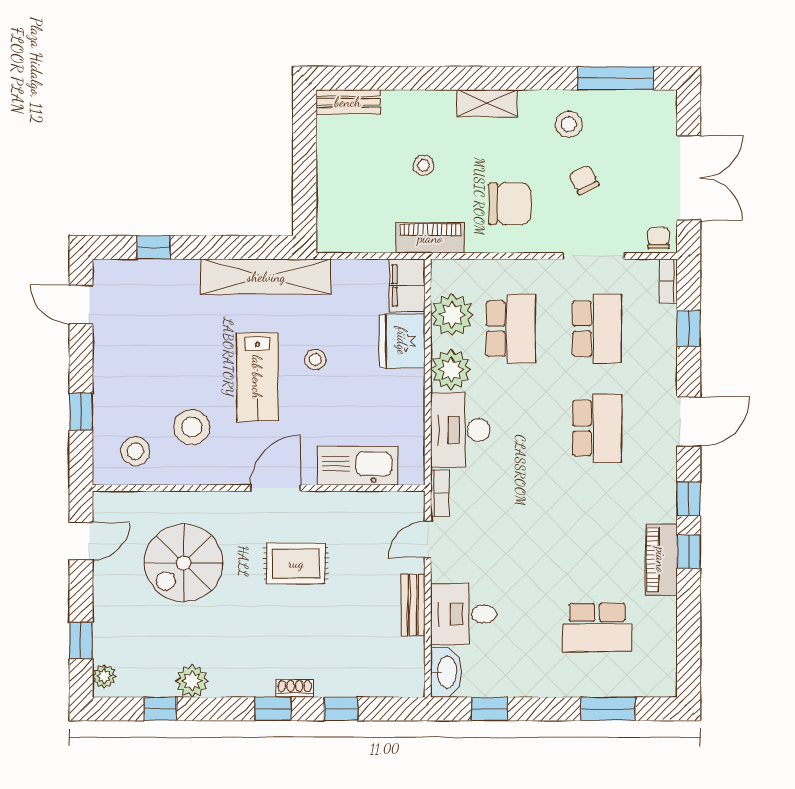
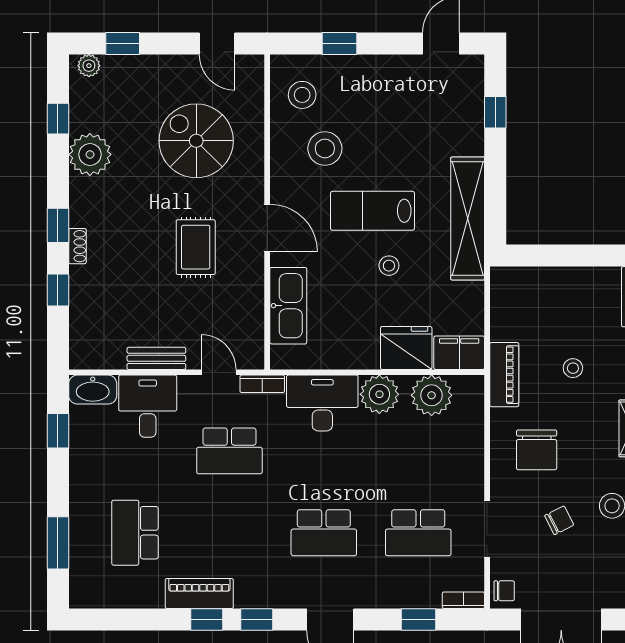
school desk: (511, 329) -> (229, 451), moved
plant: (192, 681) -> (90, 154), width x1.36, depth x1.36

